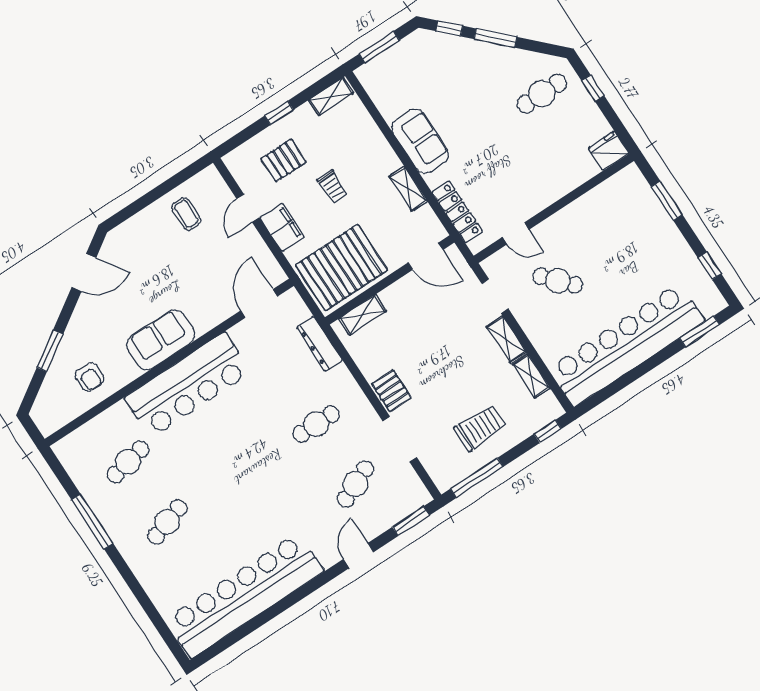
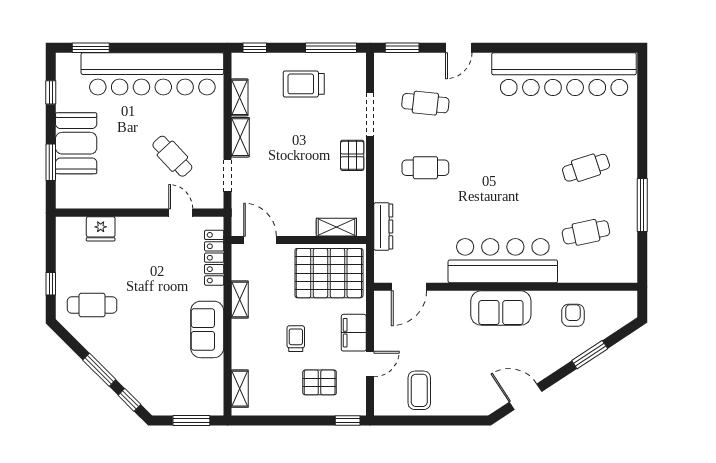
shelving: (331, 96) -> (240, 389), moved, turned 90
window: (279, 113) -> (348, 421), moved
fridge: (609, 151) -> (101, 229), moved
coffee table: (186, 214) -> (419, 390), width x1.36, depth x1.30
booth: (655, 234) -> (76, 143), added
cafe table: (356, 484) -> (425, 103), turned 30

